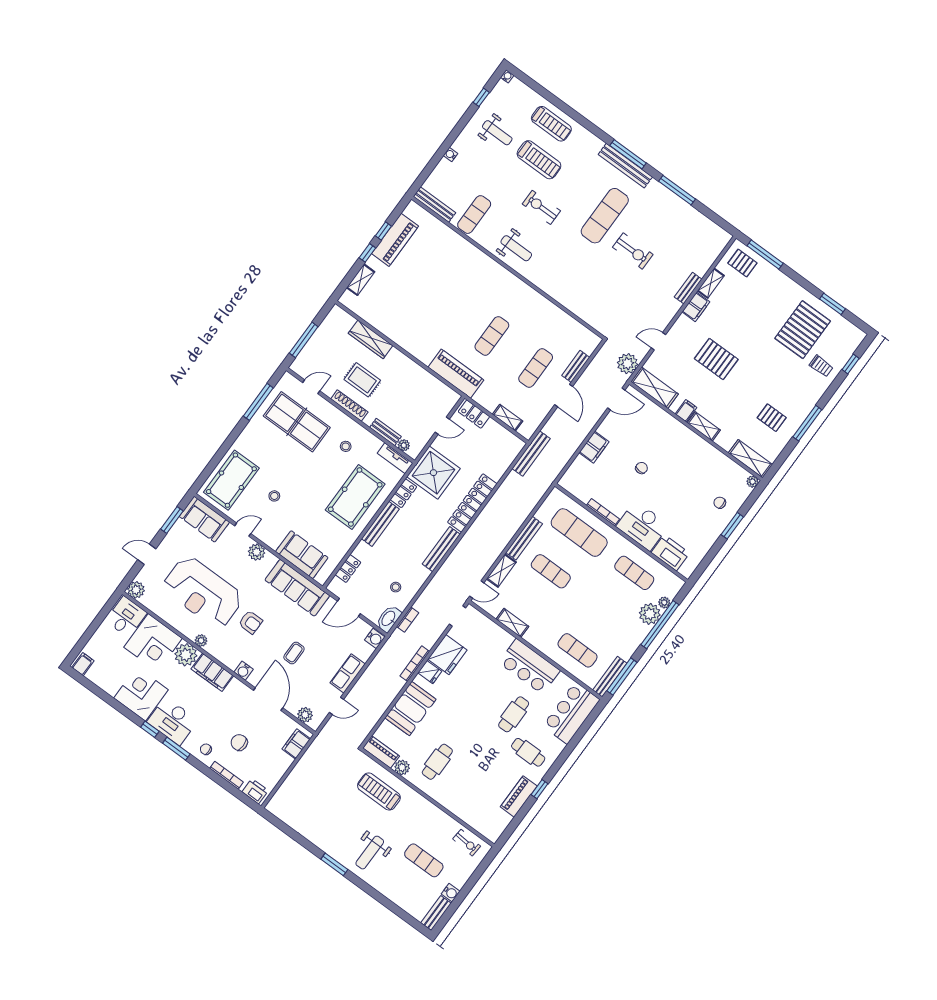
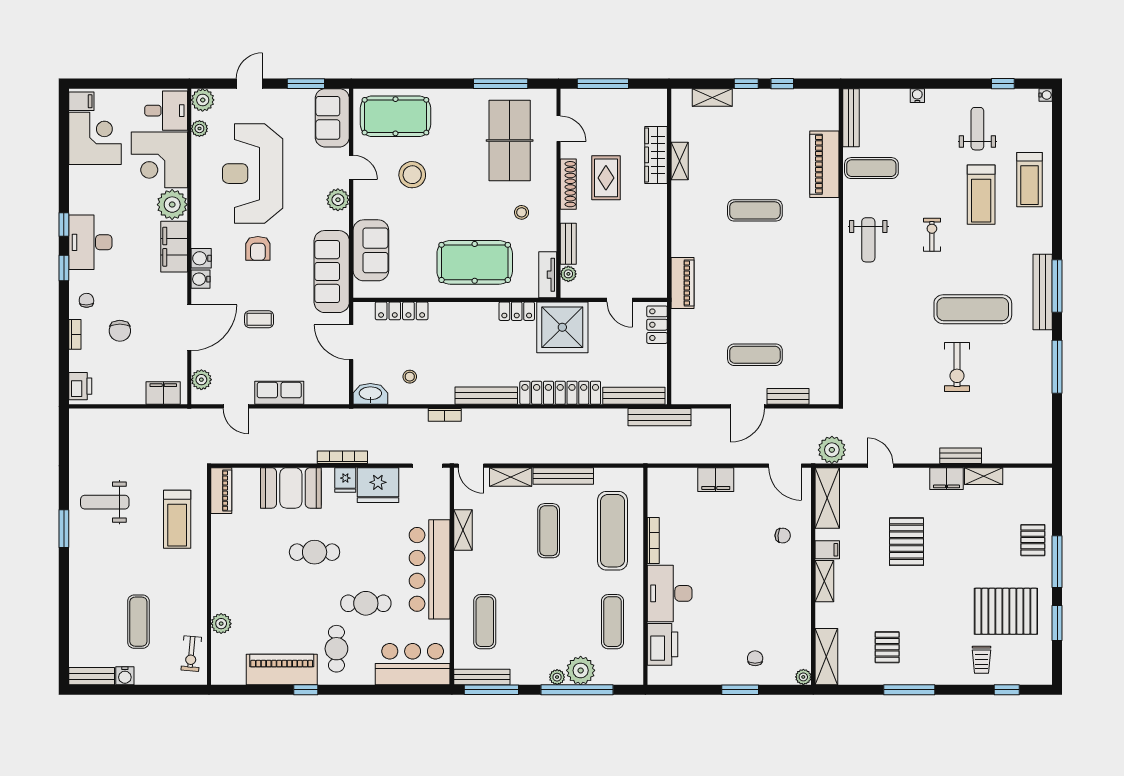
weight bench: (497, 133) -> (977, 129), turned 180
exercise bike: (541, 207) -> (932, 235), width x0.73, depth x0.72
piano: (395, 240) -> (824, 164), moved, turned 90
window: (765, 255) -> (1057, 562), moved
pallet: (742, 263) -> (1033, 540), moved
exercise mat: (492, 336) -> (755, 210), moved
piano: (456, 374) -> (682, 283), width x0.73, depth x0.75
shelving: (508, 418) -> (680, 161), moved
chair: (642, 468) -> (783, 536), moved
stool: (274, 496) -> (412, 175), width x1.89, depth x1.89
bench: (380, 524) -> (634, 396), moved
door: (147, 554) -> (249, 84), hinge flipped
locker: (348, 569) -> (402, 311), width x1.53
plant: (664, 603) -> (557, 677), moved
bookcase: (408, 620) -> (445, 415), moved
water cooler: (375, 638) -> (201, 258), moved, turned 90
plant: (201, 641) -> (199, 129), moved
bar counter: (529, 666) -> (430, 569), width x1.36
corner desk: (141, 694) -> (95, 138), moved
chair: (239, 743) -> (120, 331), turned 180
window: (176, 749) -> (64, 268), width x0.67
cafe table: (437, 762) -> (315, 552), moved
plant: (402, 767) -> (221, 624), moved
bookcase: (227, 775) -> (75, 334), width x0.64
treadmill: (379, 792) -> (177, 519), turned 180
piano: (519, 796) -> (282, 669), width x1.37, depth x1.33
weight bench: (370, 853) -> (105, 502), moved

